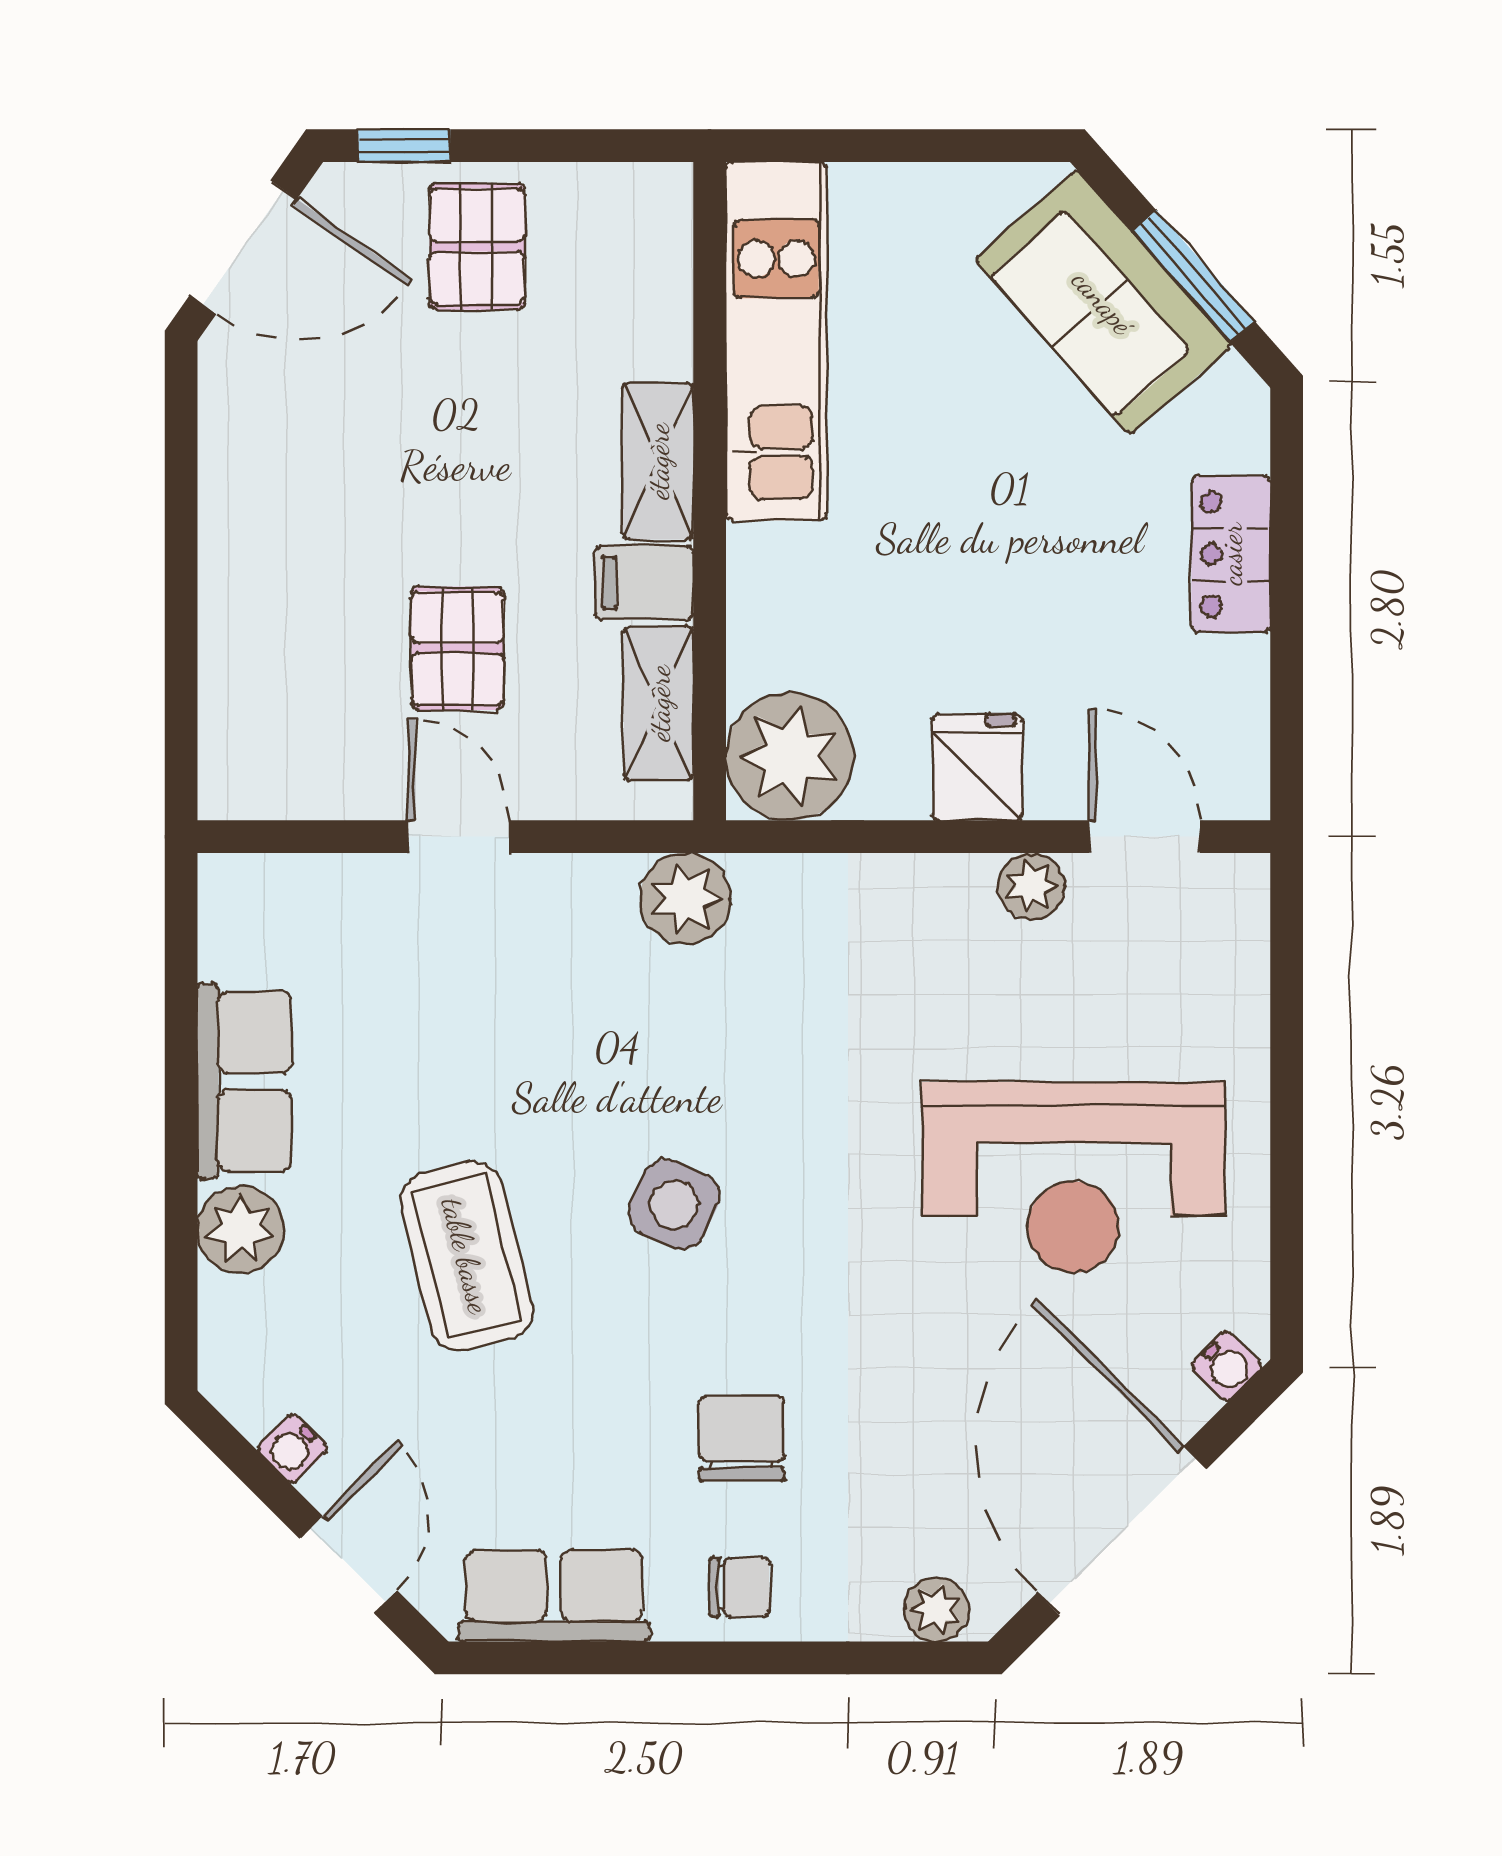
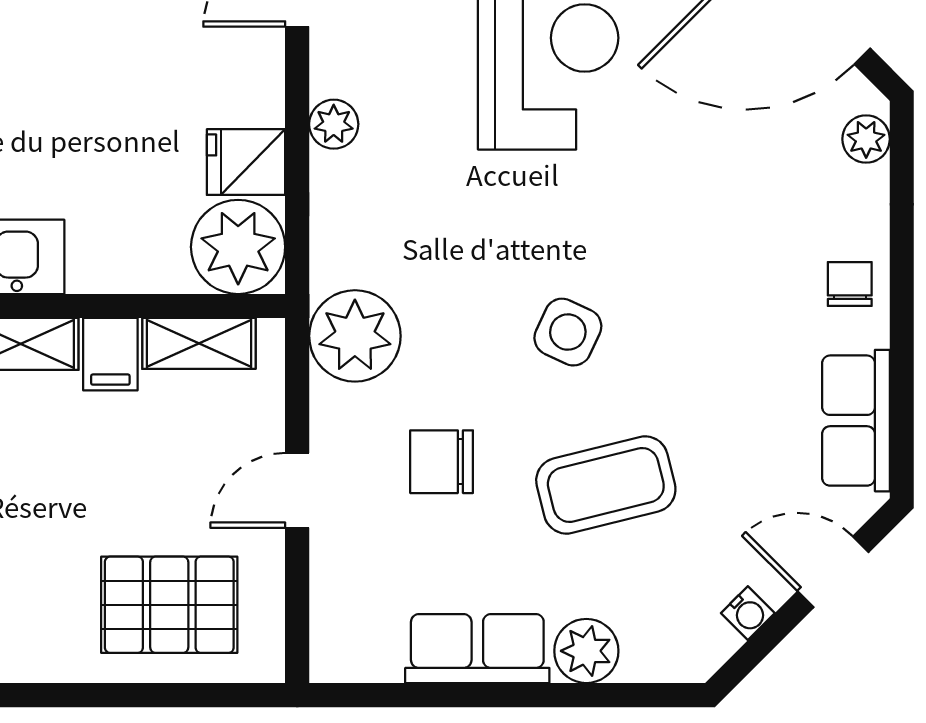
pallet: (457, 648) -> (169, 605), moved, width x1.50, depth x1.42
fridge: (977, 767) -> (246, 162), moved
plant: (1031, 886) -> (334, 124), moved
plant: (685, 899) -> (355, 336), width x1.36, depth x1.36
chair: (742, 1439) -> (442, 462), moved

